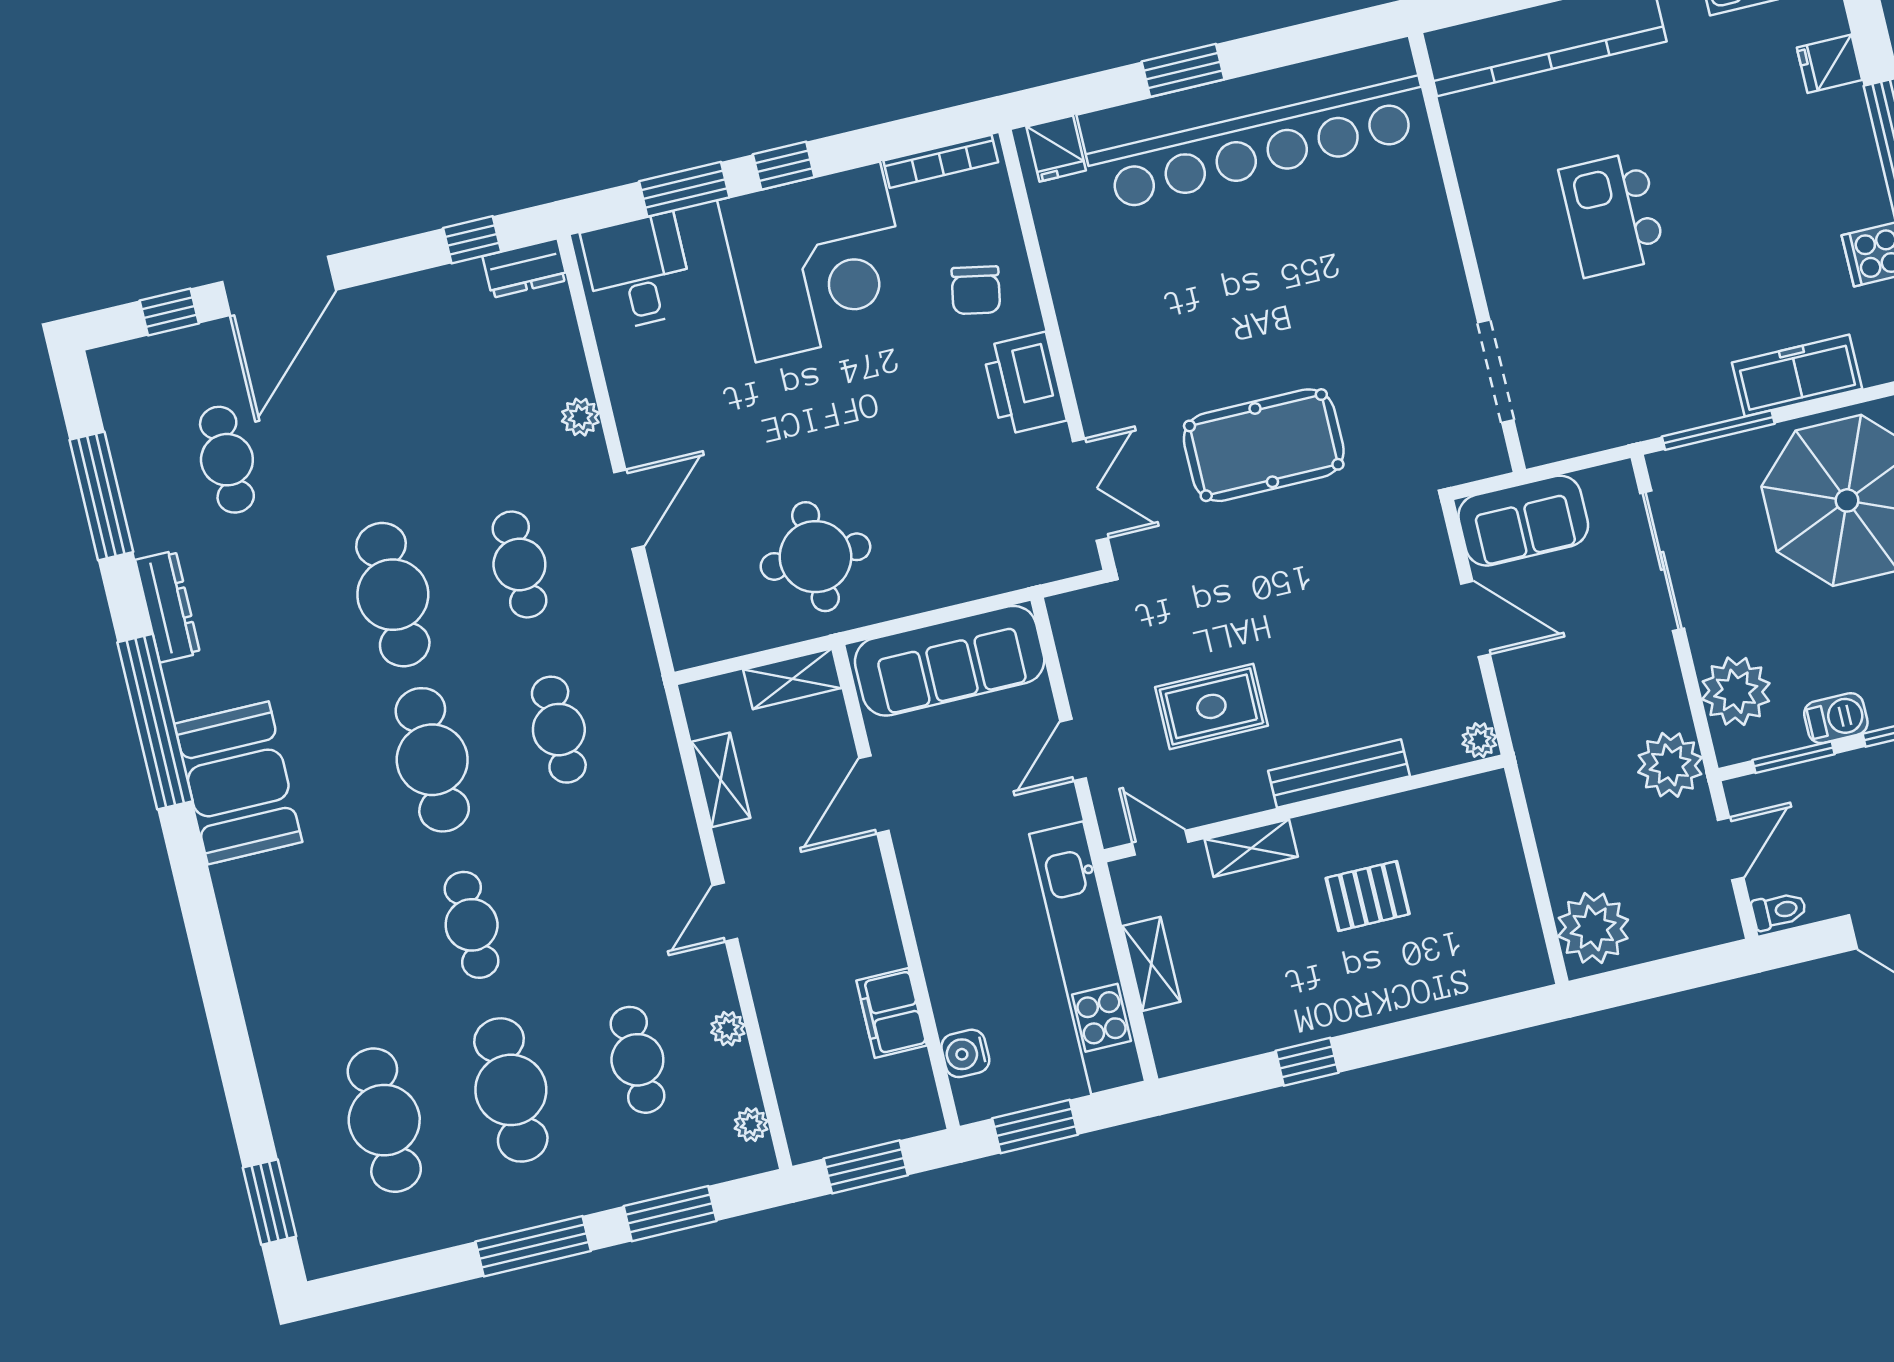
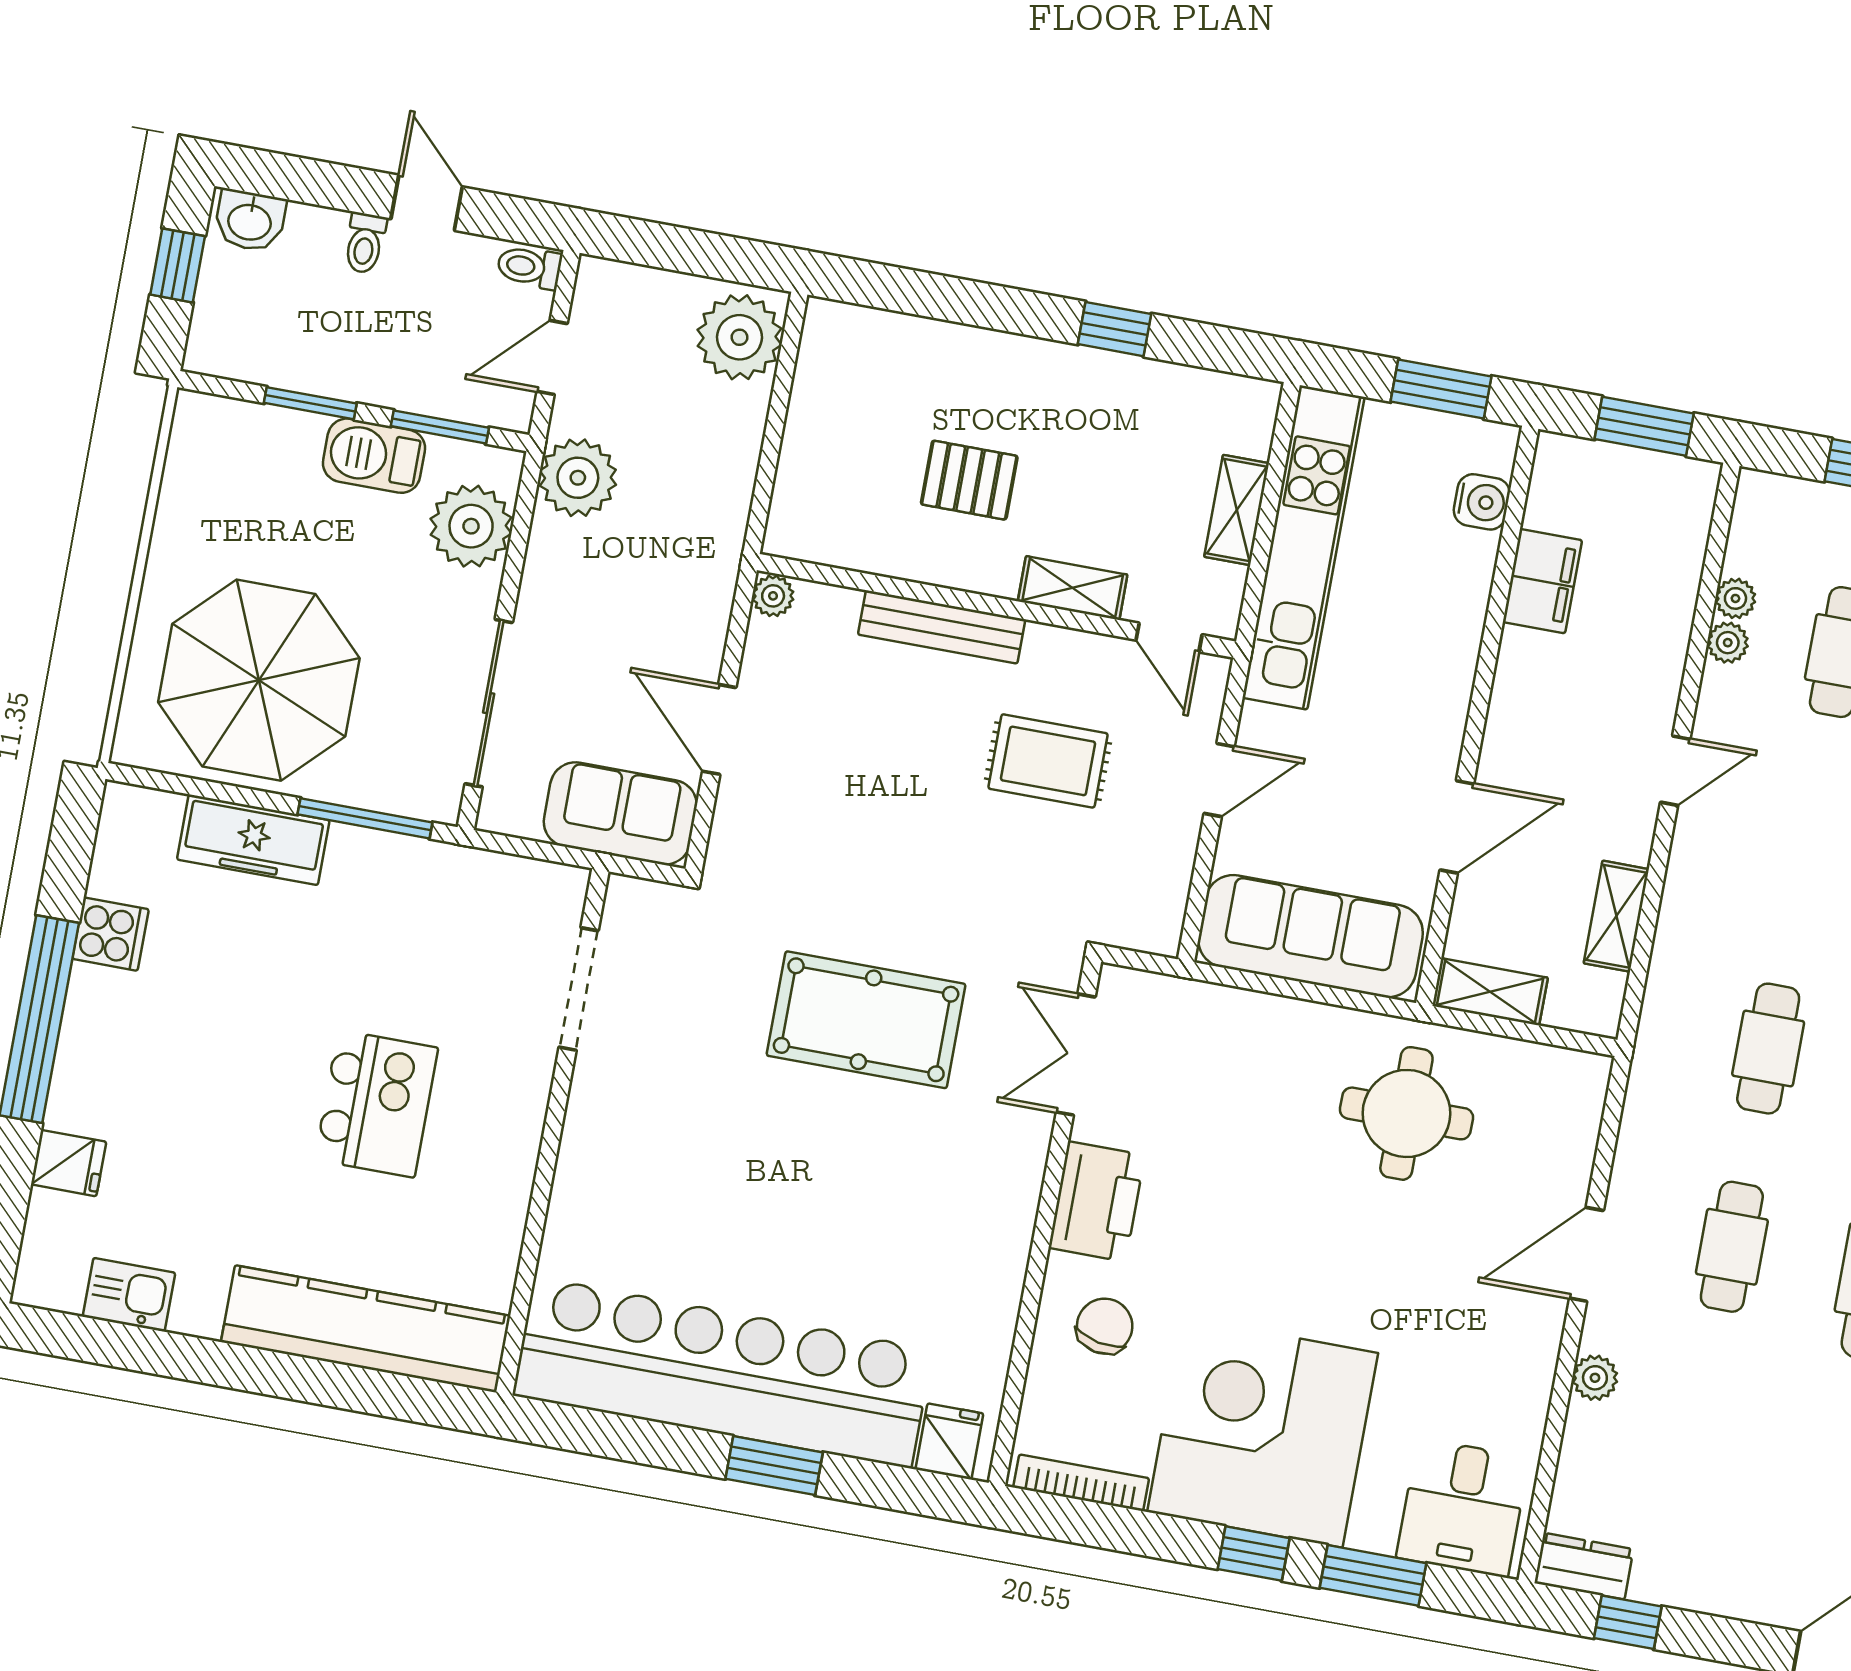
barbecue: (1836, 718) -> (374, 456), width x1.38, depth x1.27
plant: (751, 1125) -> (1735, 598), moved

